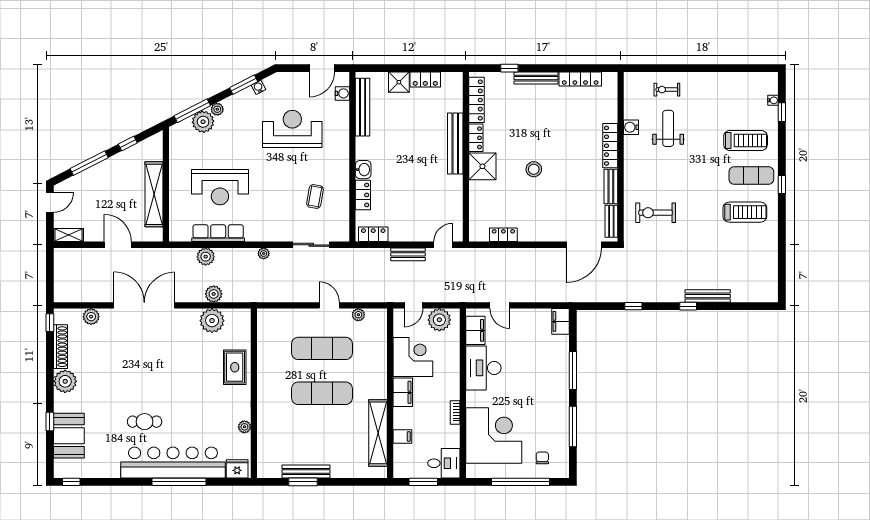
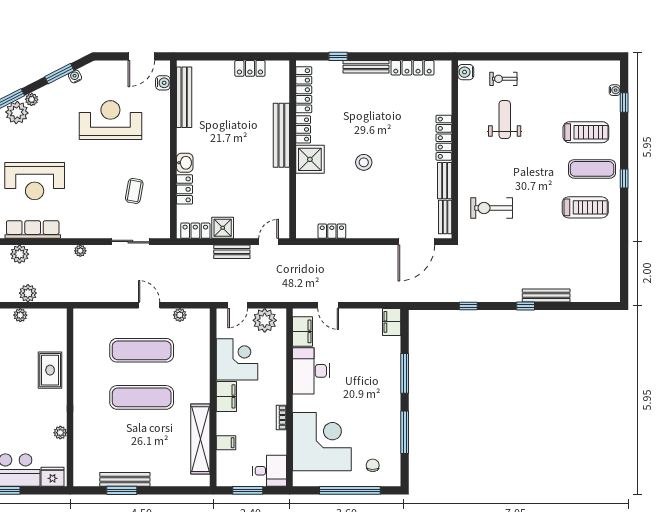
shower: (399, 82) -> (223, 228), moved
water cooler: (631, 127) -> (466, 72), moved
plant: (212, 321) -> (20, 315), width x0.53, depth x0.53

